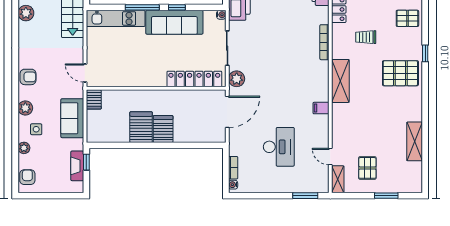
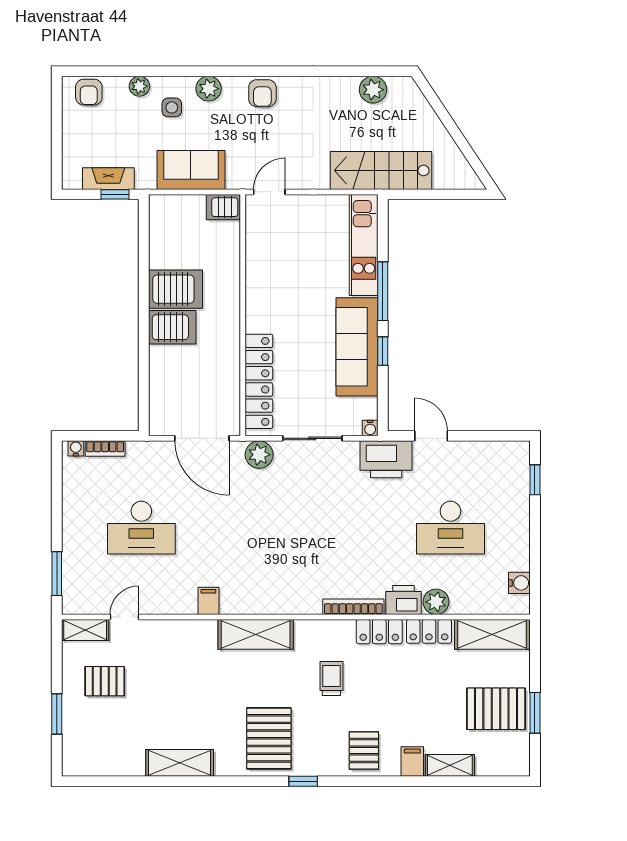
bookcase: (324, 42) -> (353, 607), moved
shelving: (415, 141) -> (180, 763), moved
armchair: (27, 177) -> (89, 92), turned 90

